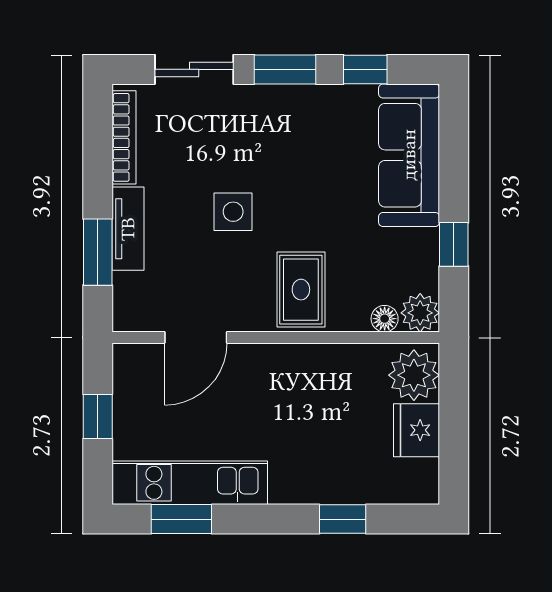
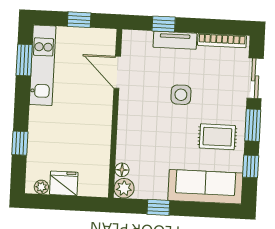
window: (98, 252) -> (164, 24), width x0.67
rug: (301, 290) -> (217, 137), moved
plant: (414, 375) -> (41, 187), moved, width x0.53, depth x0.53

